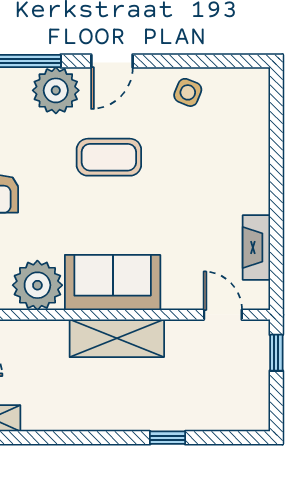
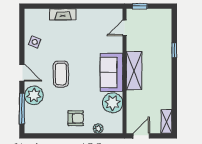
fireplace: (256, 247) -> (63, 14), moved

